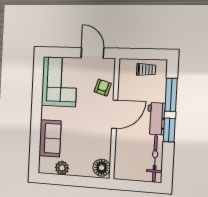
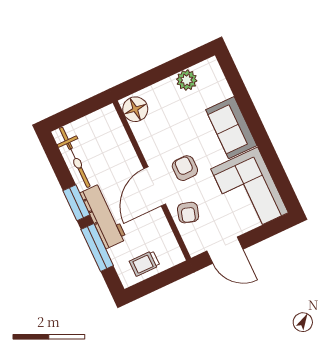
armchair: (90, 116) -> (185, 168), added
workbench: (156, 119) -> (103, 216), width x1.38
sofa: (50, 138) -> (231, 128), moved

